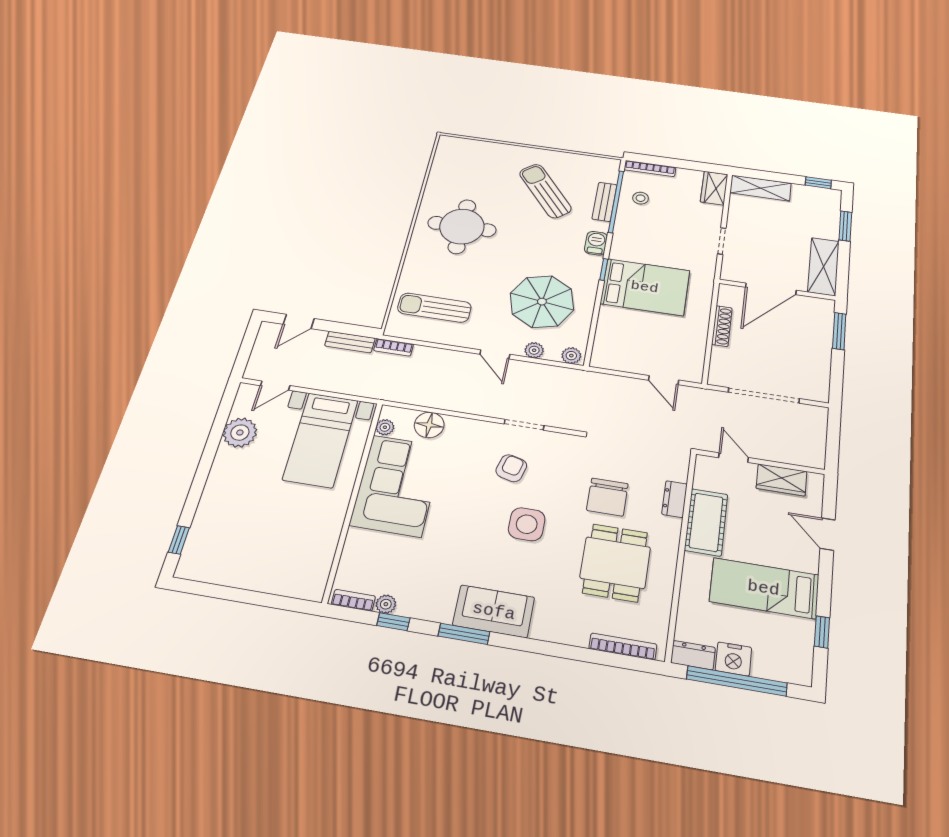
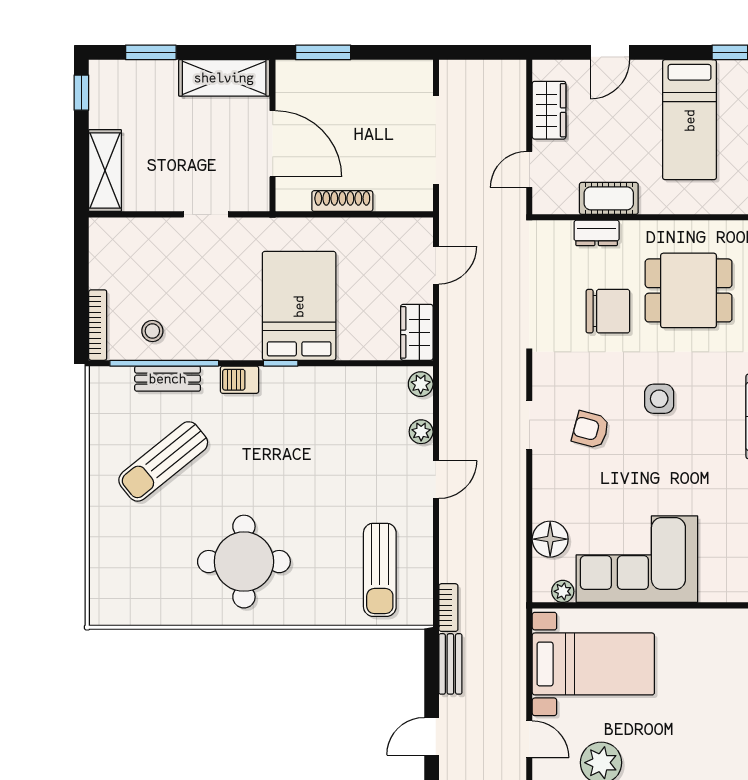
wardrobe: (714, 188) -> (417, 332), moved, turned 90
parasol: (542, 302) -> (346, 435), removed
door: (299, 321) -> (432, 736), swing flipped
cot: (706, 522) -> (609, 198), width x0.73, depth x0.75
side table: (527, 524) -> (659, 399), width x0.73, depth x0.73

